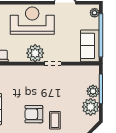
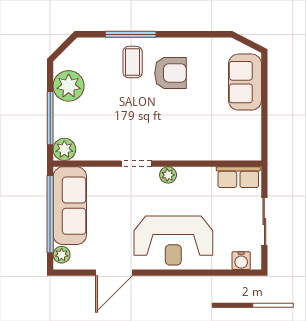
sofa: (90, 46) -> (70, 206), width x1.36
plant: (35, 53) -> (168, 175), width x0.53, depth x0.53
plant: (93, 91) -> (64, 149), moved

